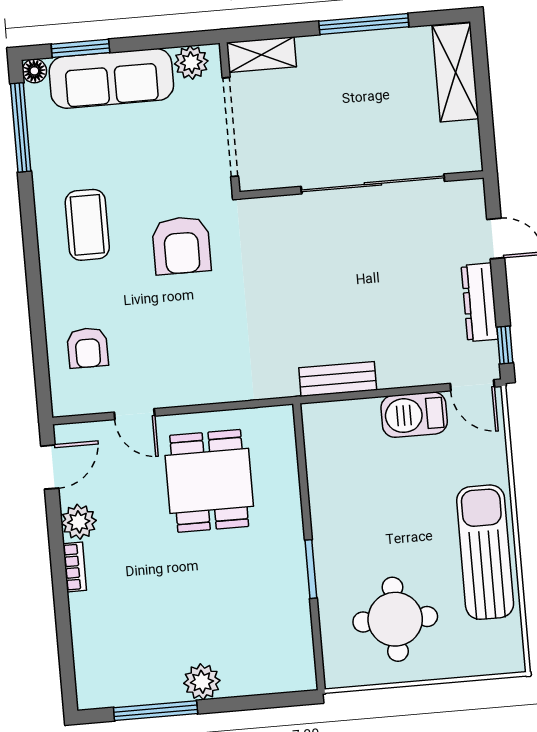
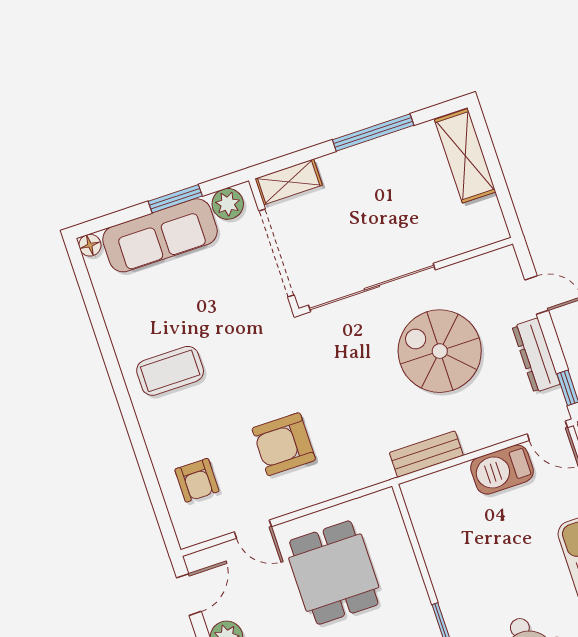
window: (80, 48) -> (175, 199), moved
window: (21, 127) -> (90, 298), removed
sliding door: (373, 184) -> (372, 287), moved
coffee table: (87, 225) -> (170, 371), turned 90
armchair: (181, 245) -> (284, 444), moved, turned 90
spiral stairs: (378, 273) -> (440, 351), added

